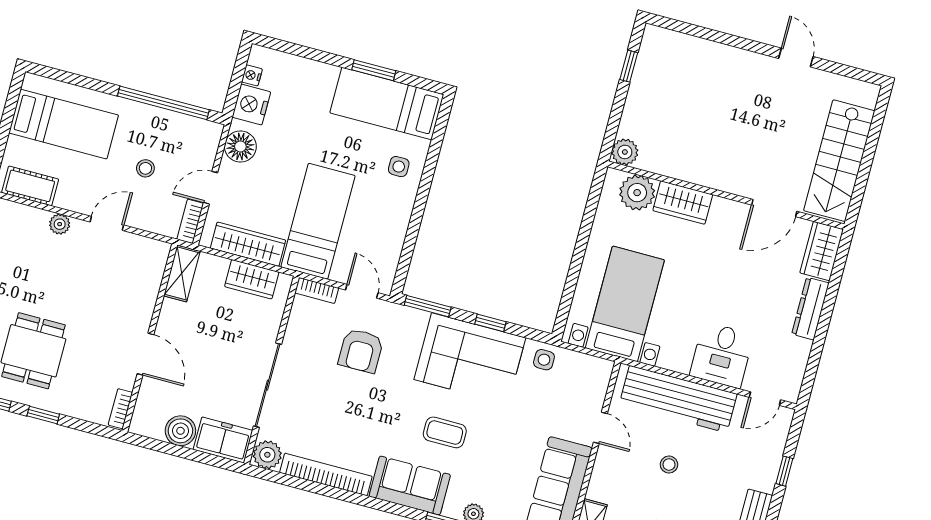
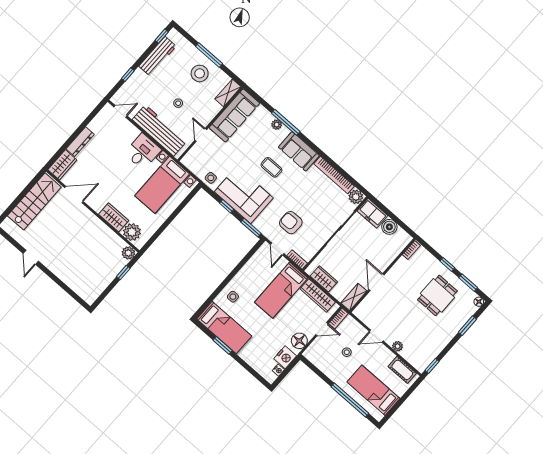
window: (629, 66) -> (123, 273), moved
window: (163, 103) -> (350, 400), moved
armchair: (361, 351) -> (291, 223), turned -90
door: (145, 354) -> (376, 282), moved
desk: (722, 355) -> (143, 152), moved

